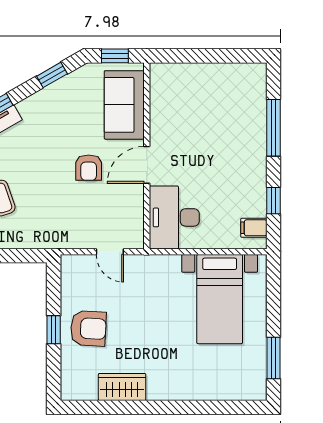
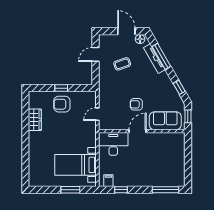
window: (273, 128) -> (166, 190), moved
door: (147, 165) -> (137, 131), hinge flipped
armchair: (88, 328) -> (62, 104), turned 87
window: (273, 358) -> (70, 190), moved

